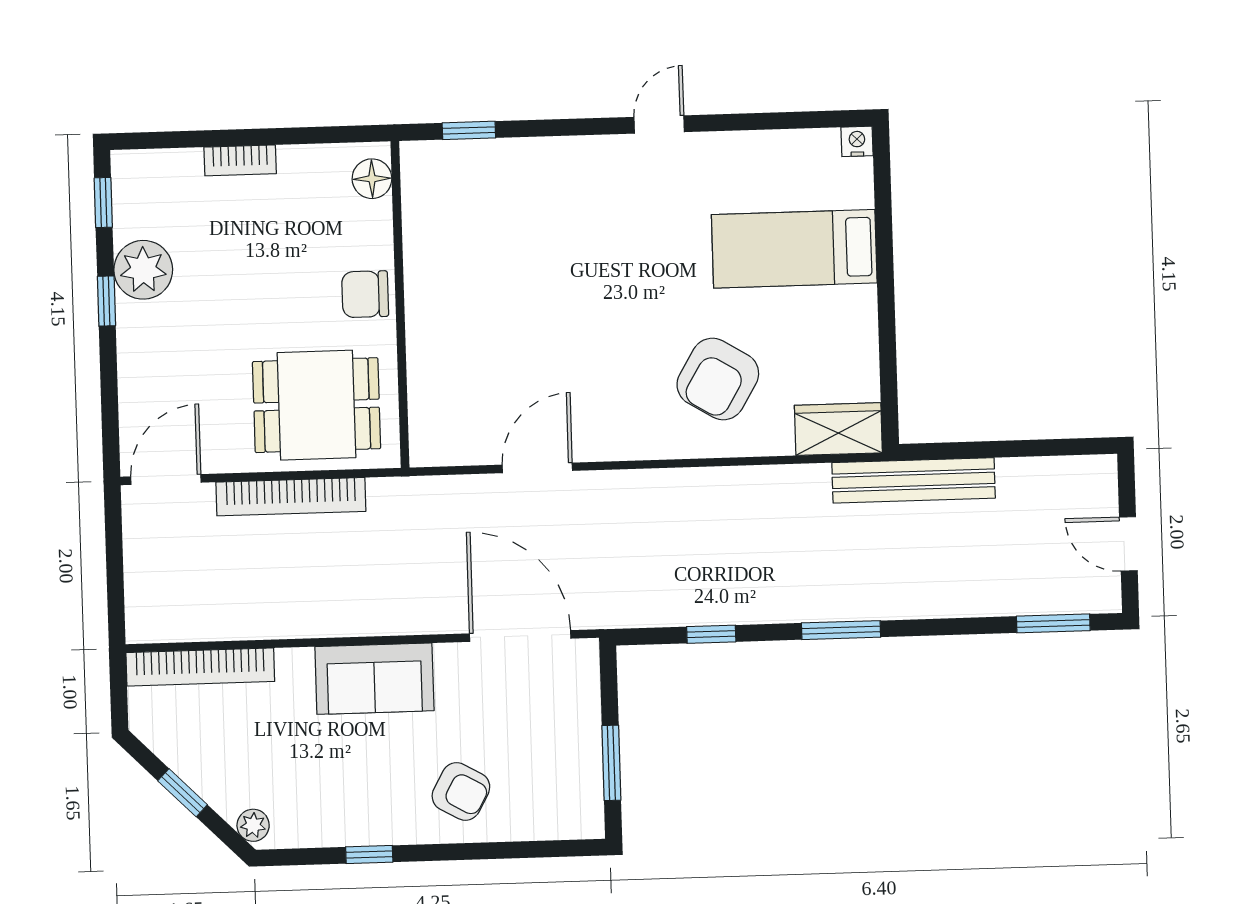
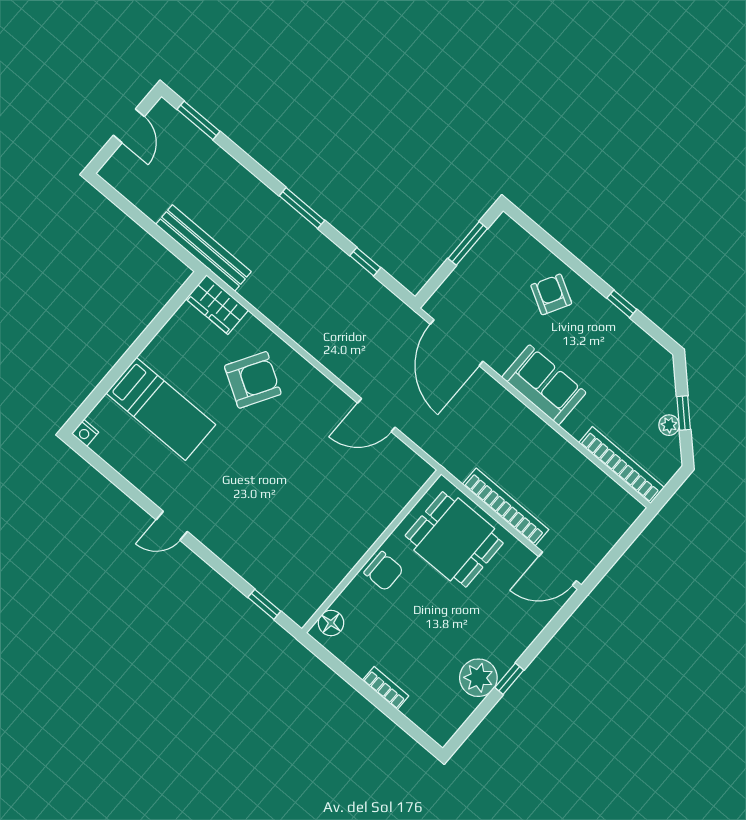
window: (103, 203) -> (469, 727), removed
plant: (253, 825) -> (669, 425), moved

